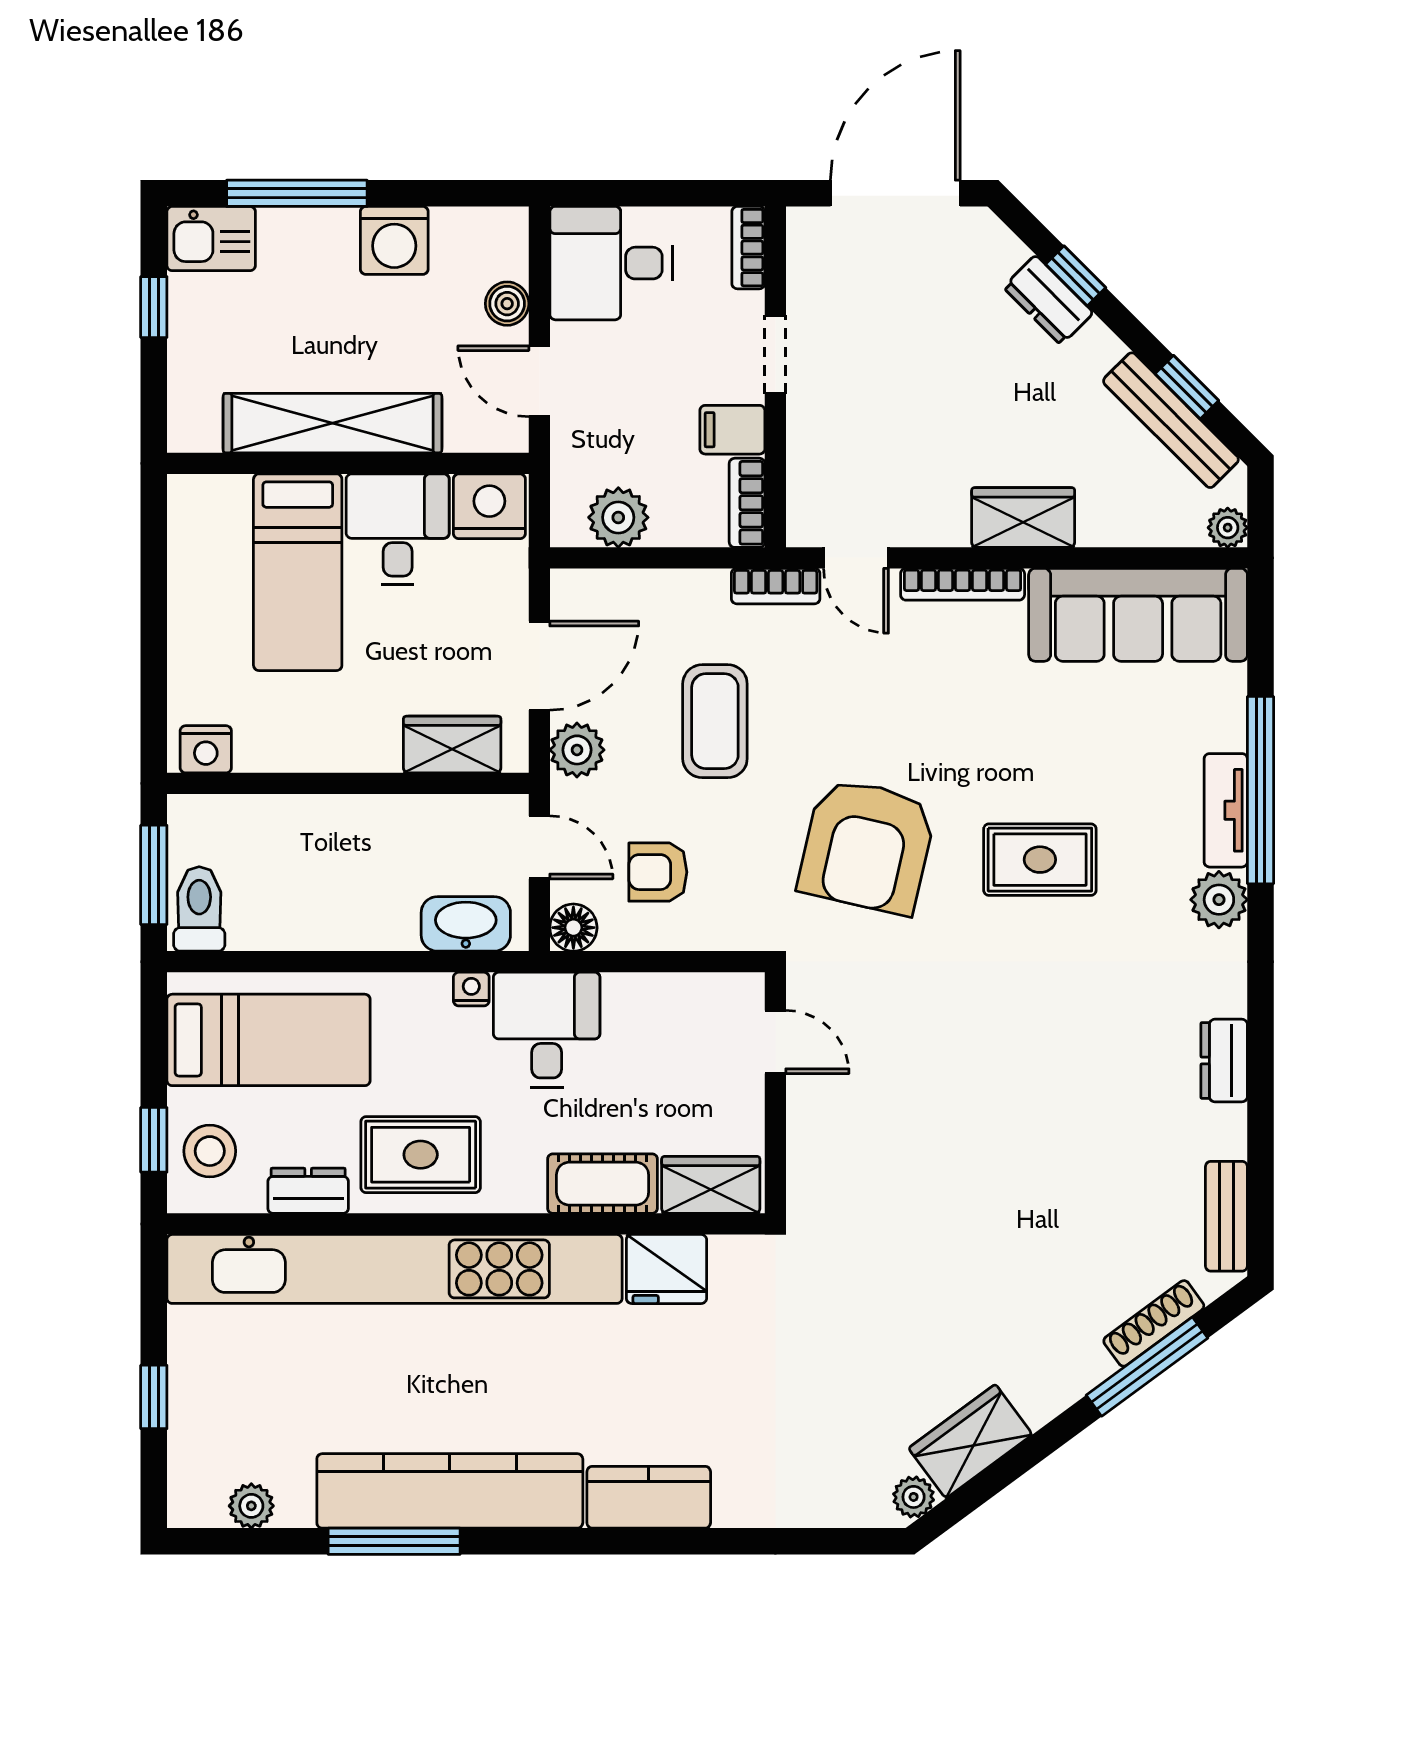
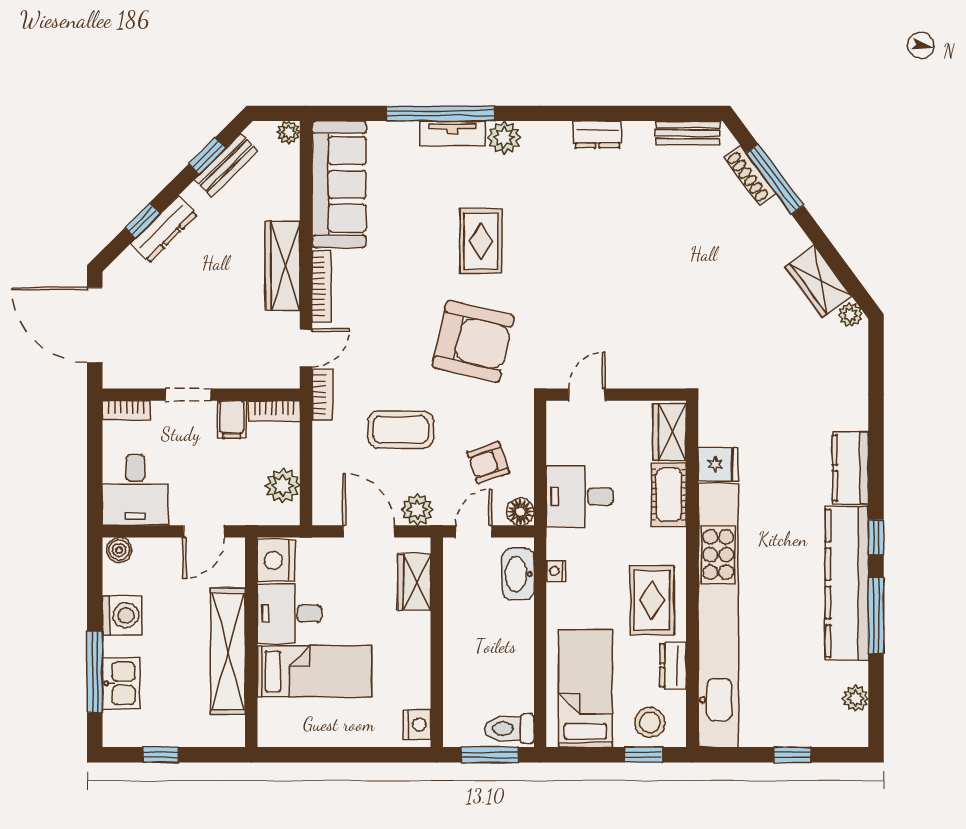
kitchen sink: (211, 239) -> (121, 683), moved
dresser: (1048, 300) -> (164, 229), width x1.44
boiler: (507, 304) -> (119, 550), moved
bench: (1171, 420) -> (226, 165), width x0.73
wardrobe: (1023, 517) -> (283, 266), width x1.50
armchair: (658, 872) -> (488, 463), turned 71
desk: (547, 1030) -> (580, 496), moved
fridge: (666, 1269) -> (718, 464), width x0.72
window: (529, 1541) -> (876, 537), added

